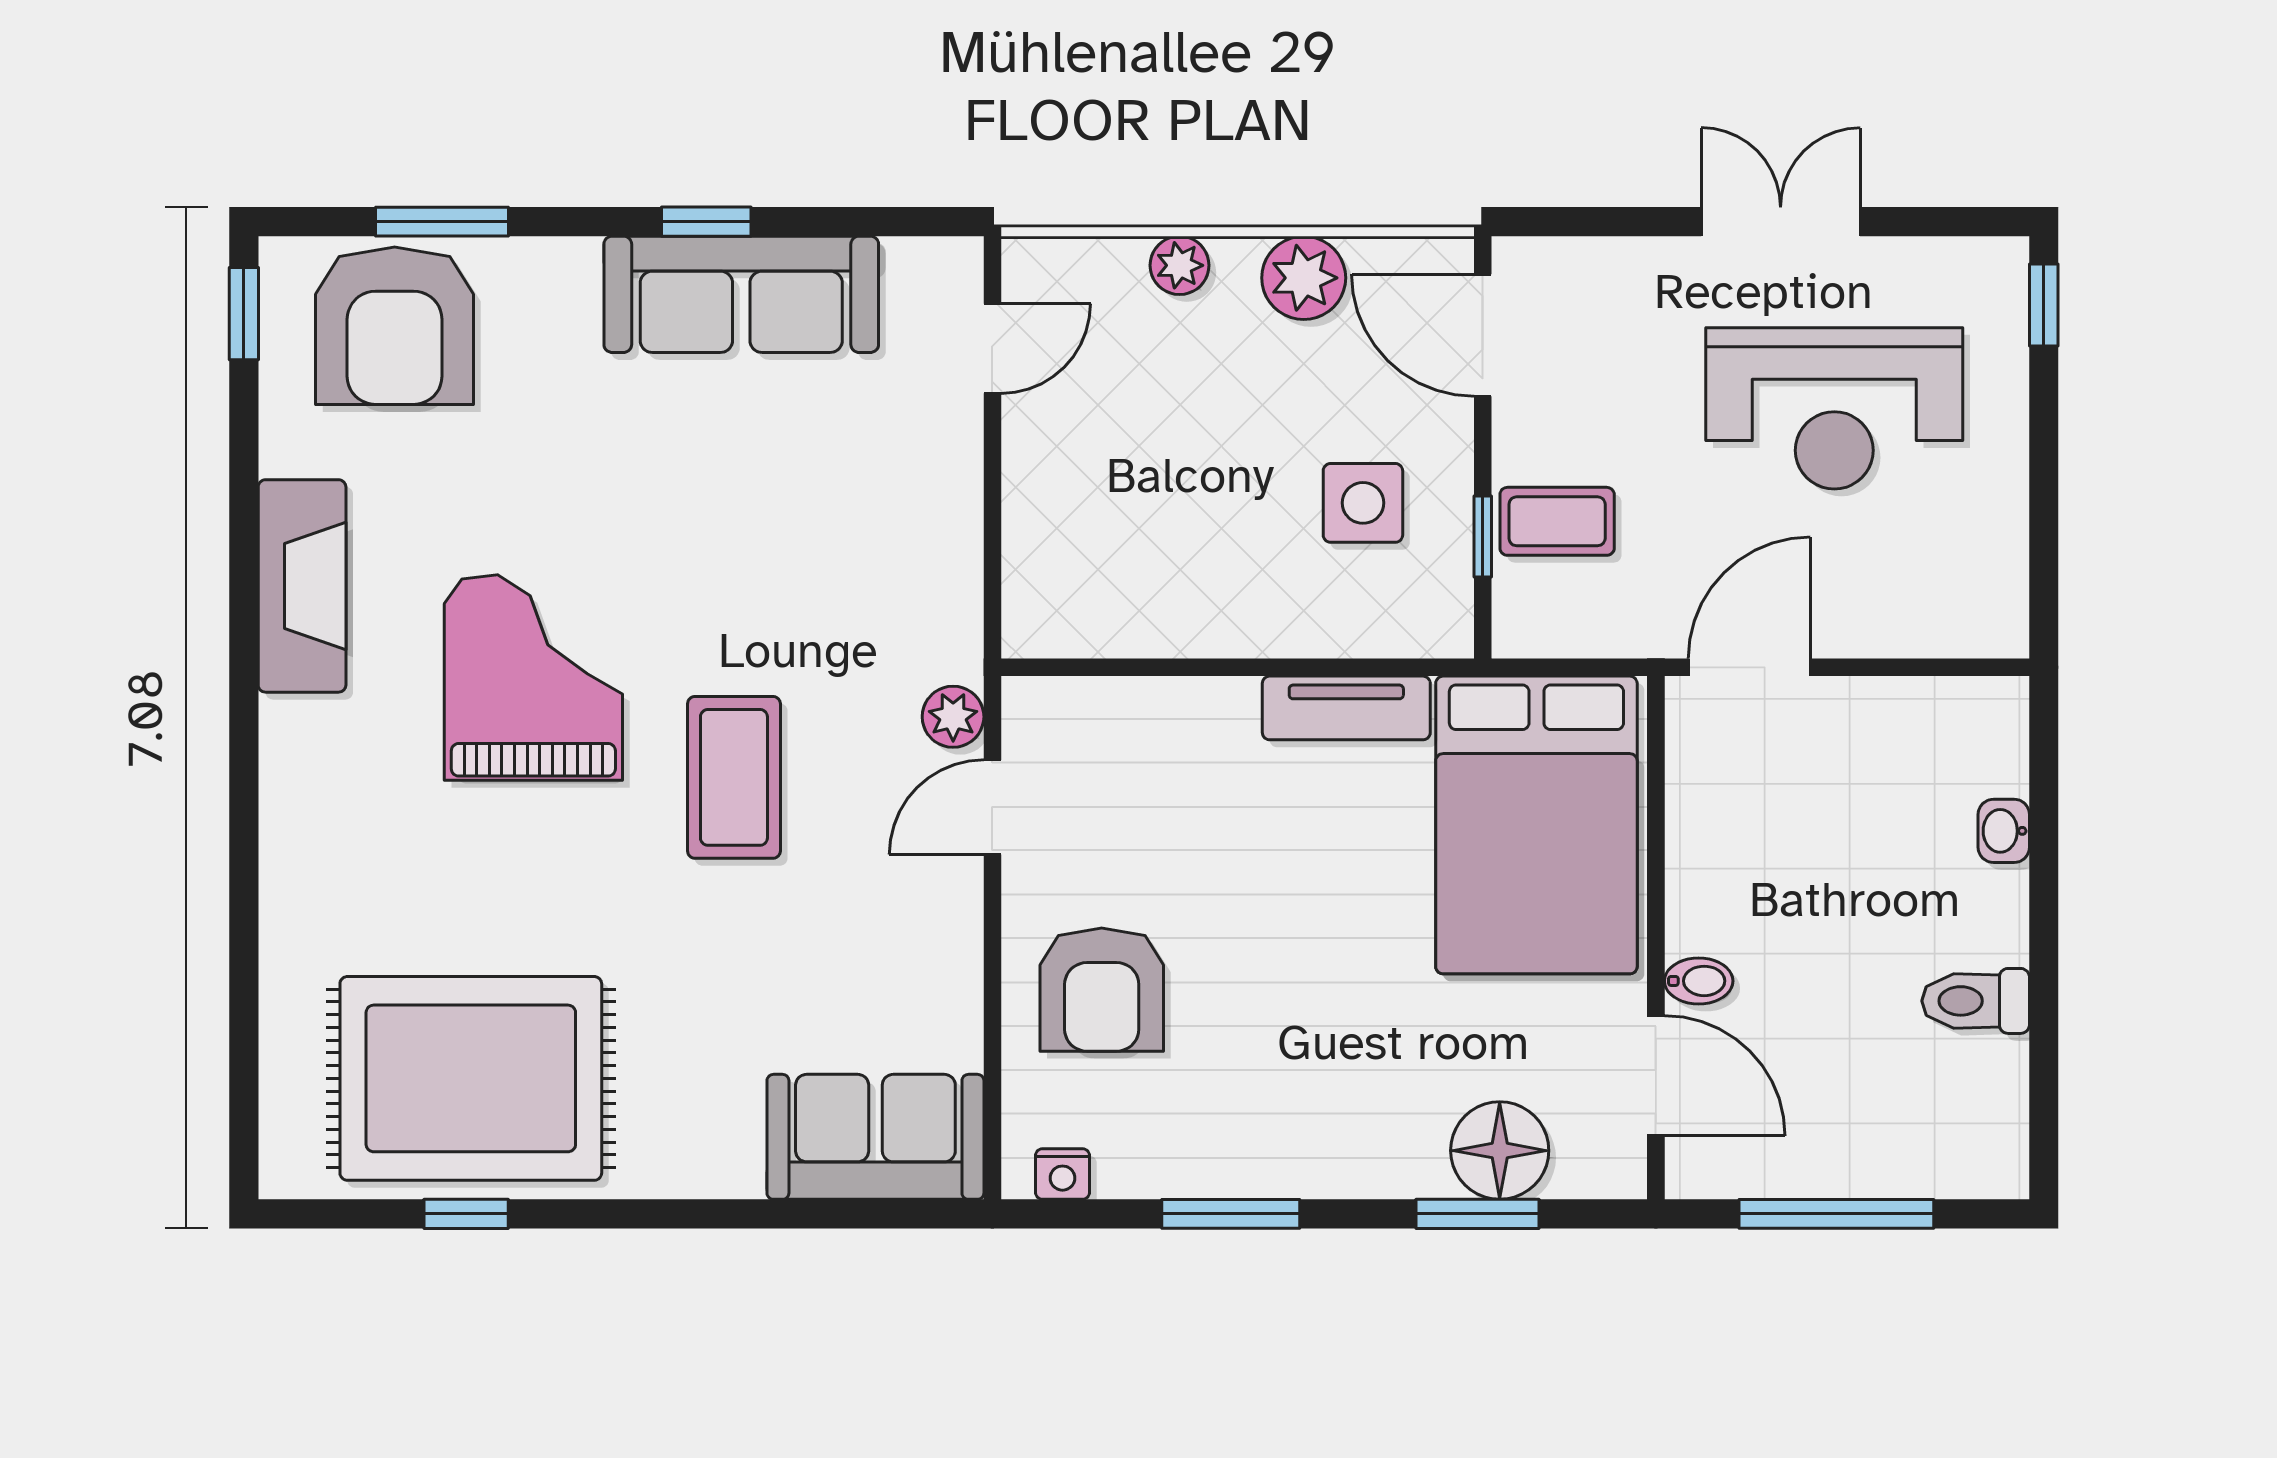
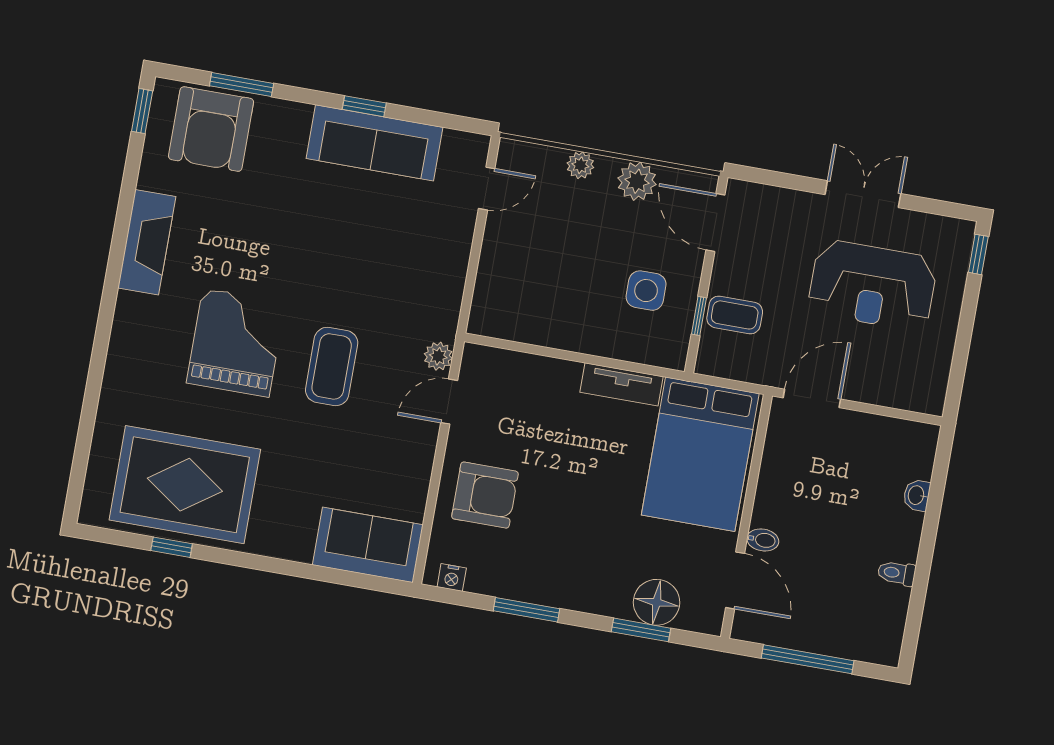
grand piano: (533, 678) -> (236, 343), moved
armchair: (1102, 990) -> (485, 495), turned -90
toilet: (1976, 1001) -> (897, 573), width x0.73, depth x0.72

